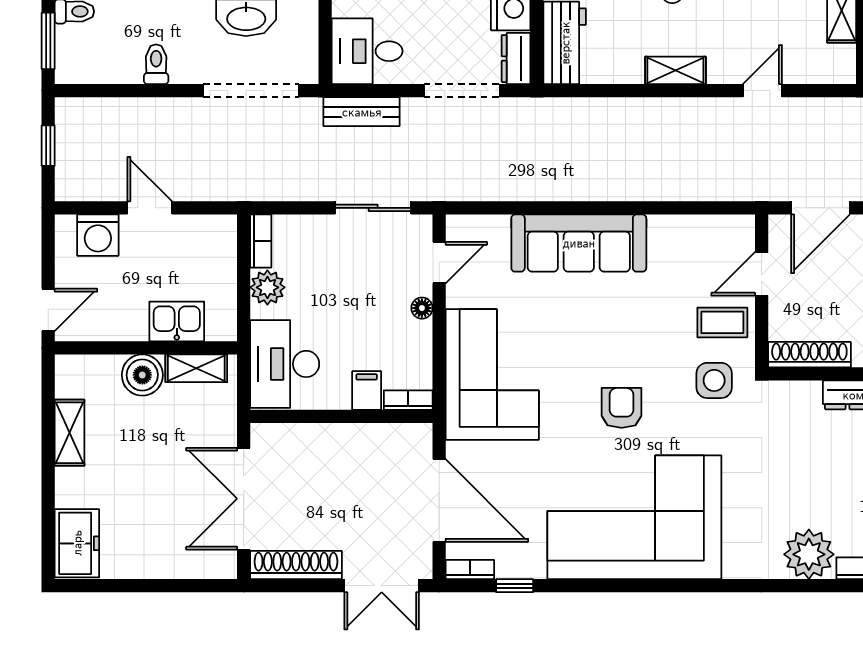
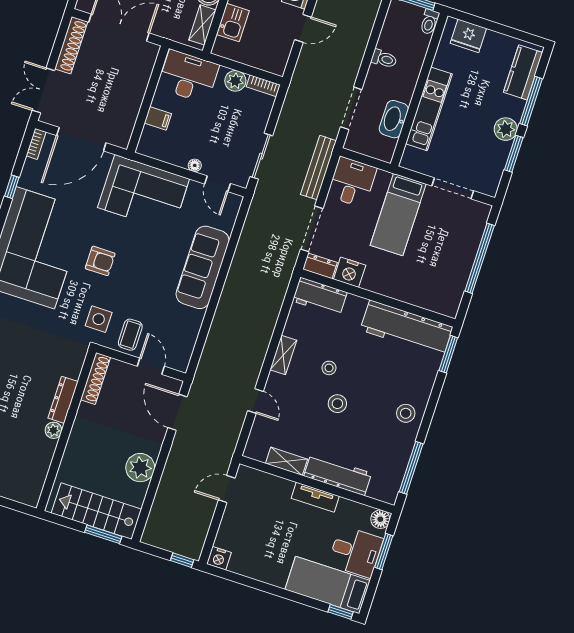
doorway: (251, 91) -> (351, 108), width x0.73
bench: (362, 112) -> (318, 168), width x1.36
bookcase: (408, 400) -> (145, 140), removed
window: (515, 586) -> (12, 187), moved

